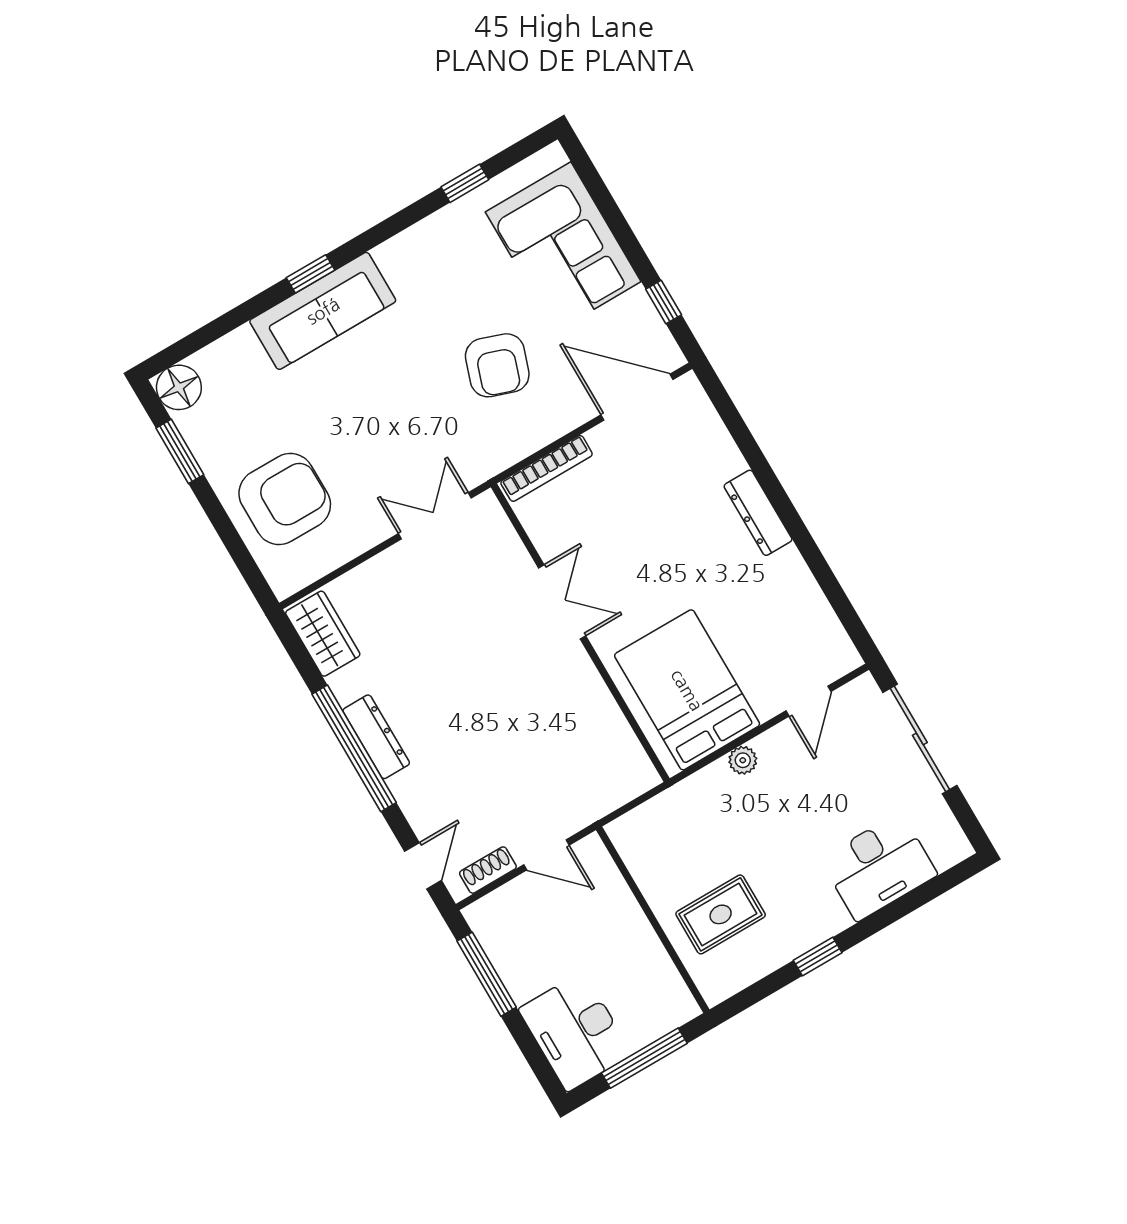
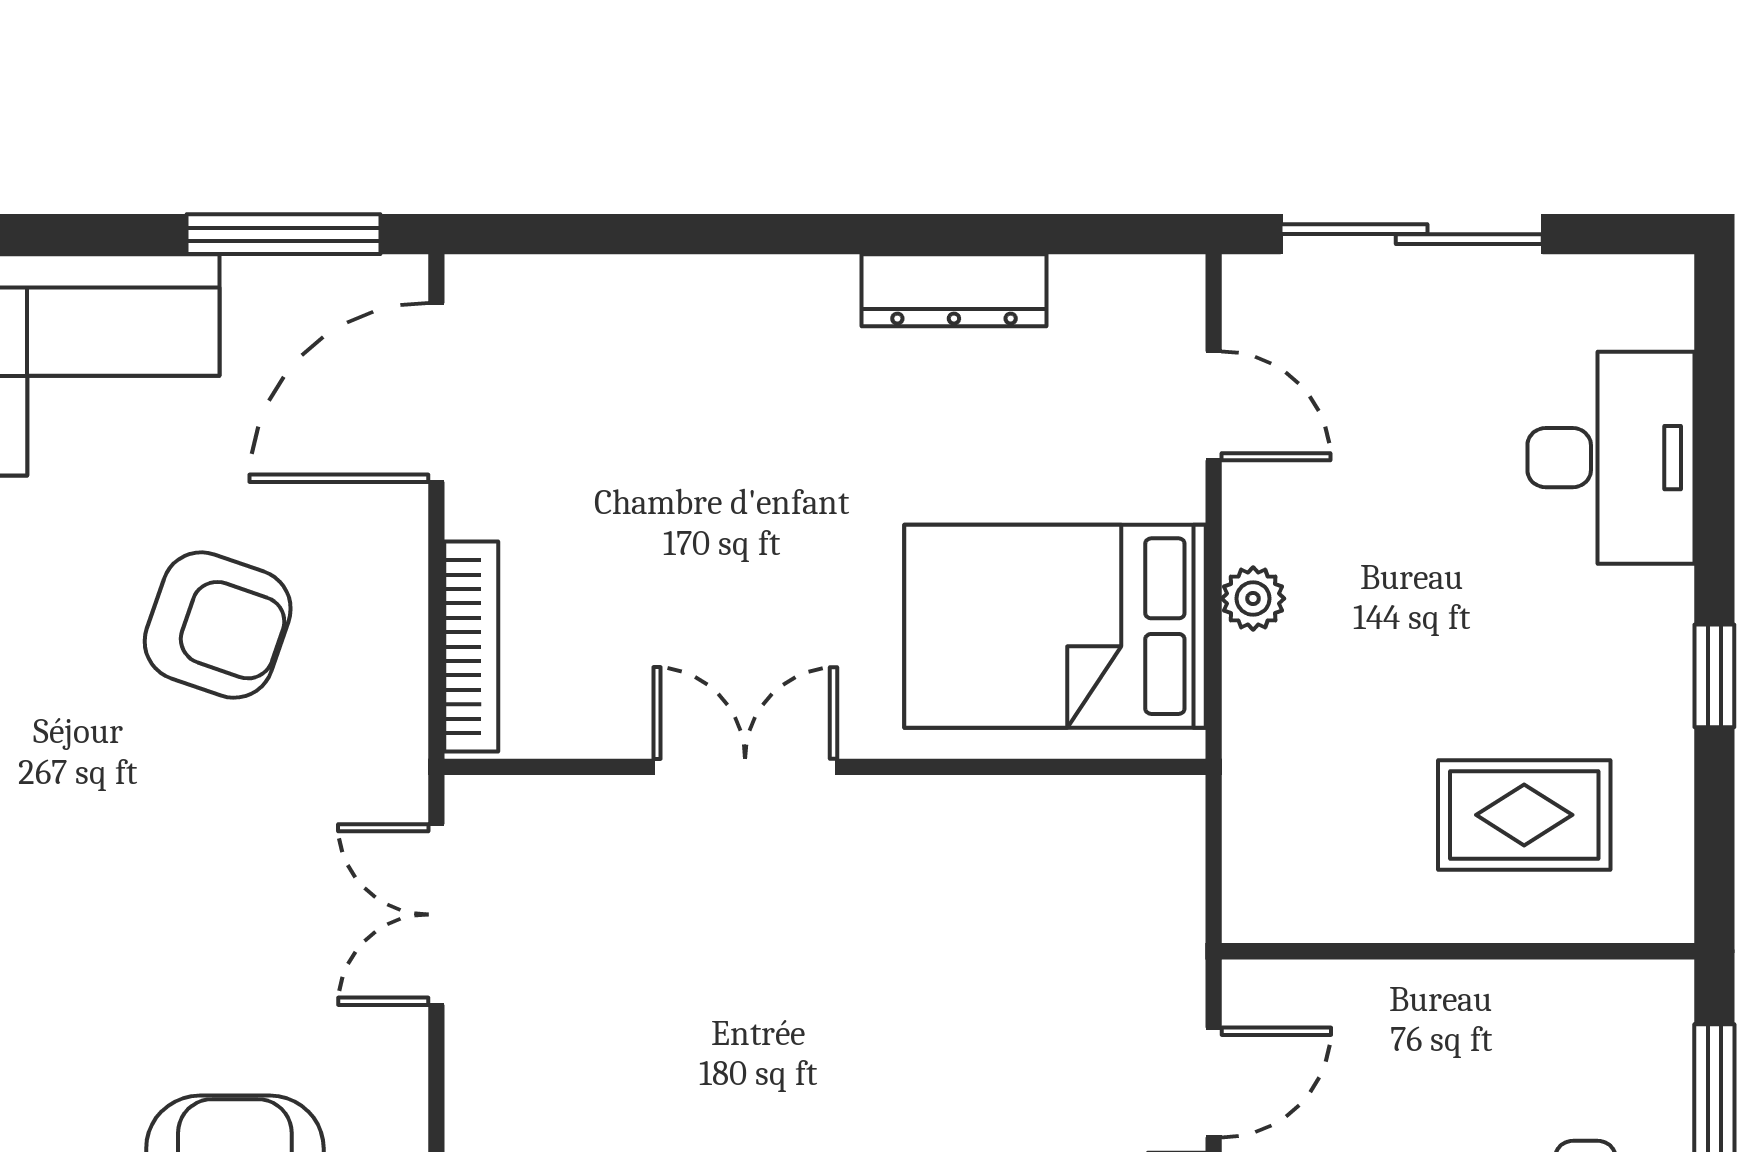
window: (664, 302) -> (284, 234), width x2.17
dresser: (758, 513) -> (954, 290), moved
rug: (721, 914) -> (1524, 815), turned 90

